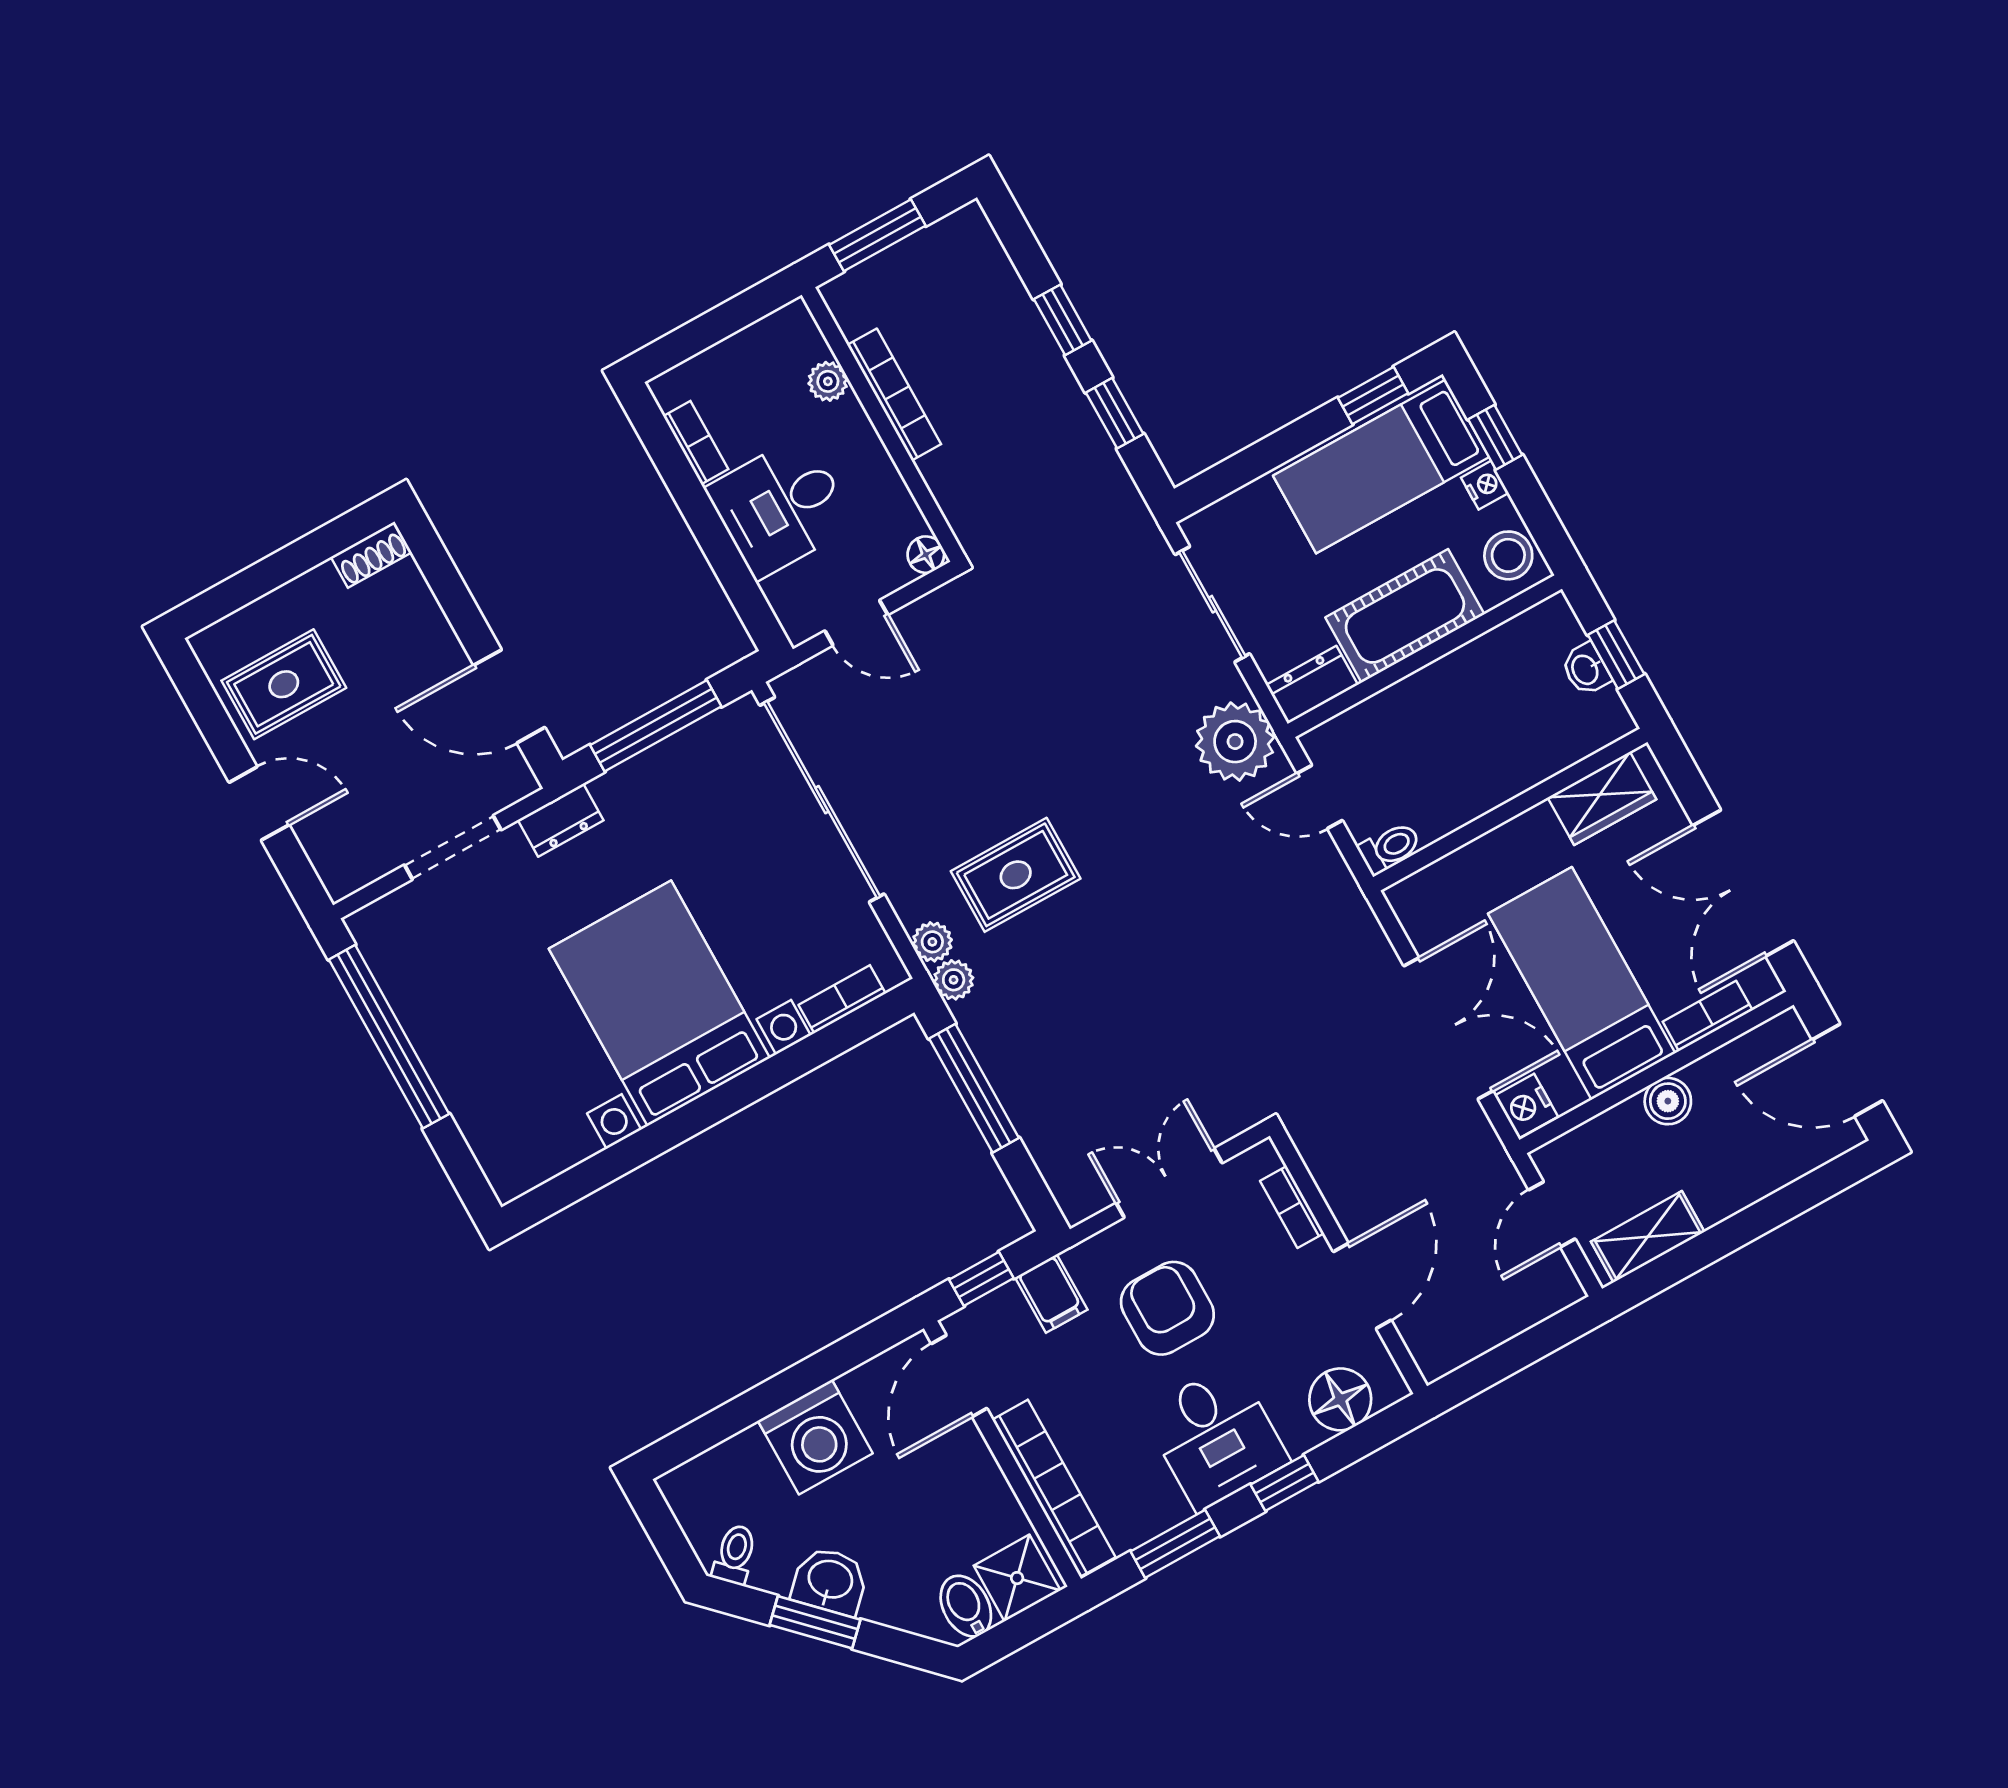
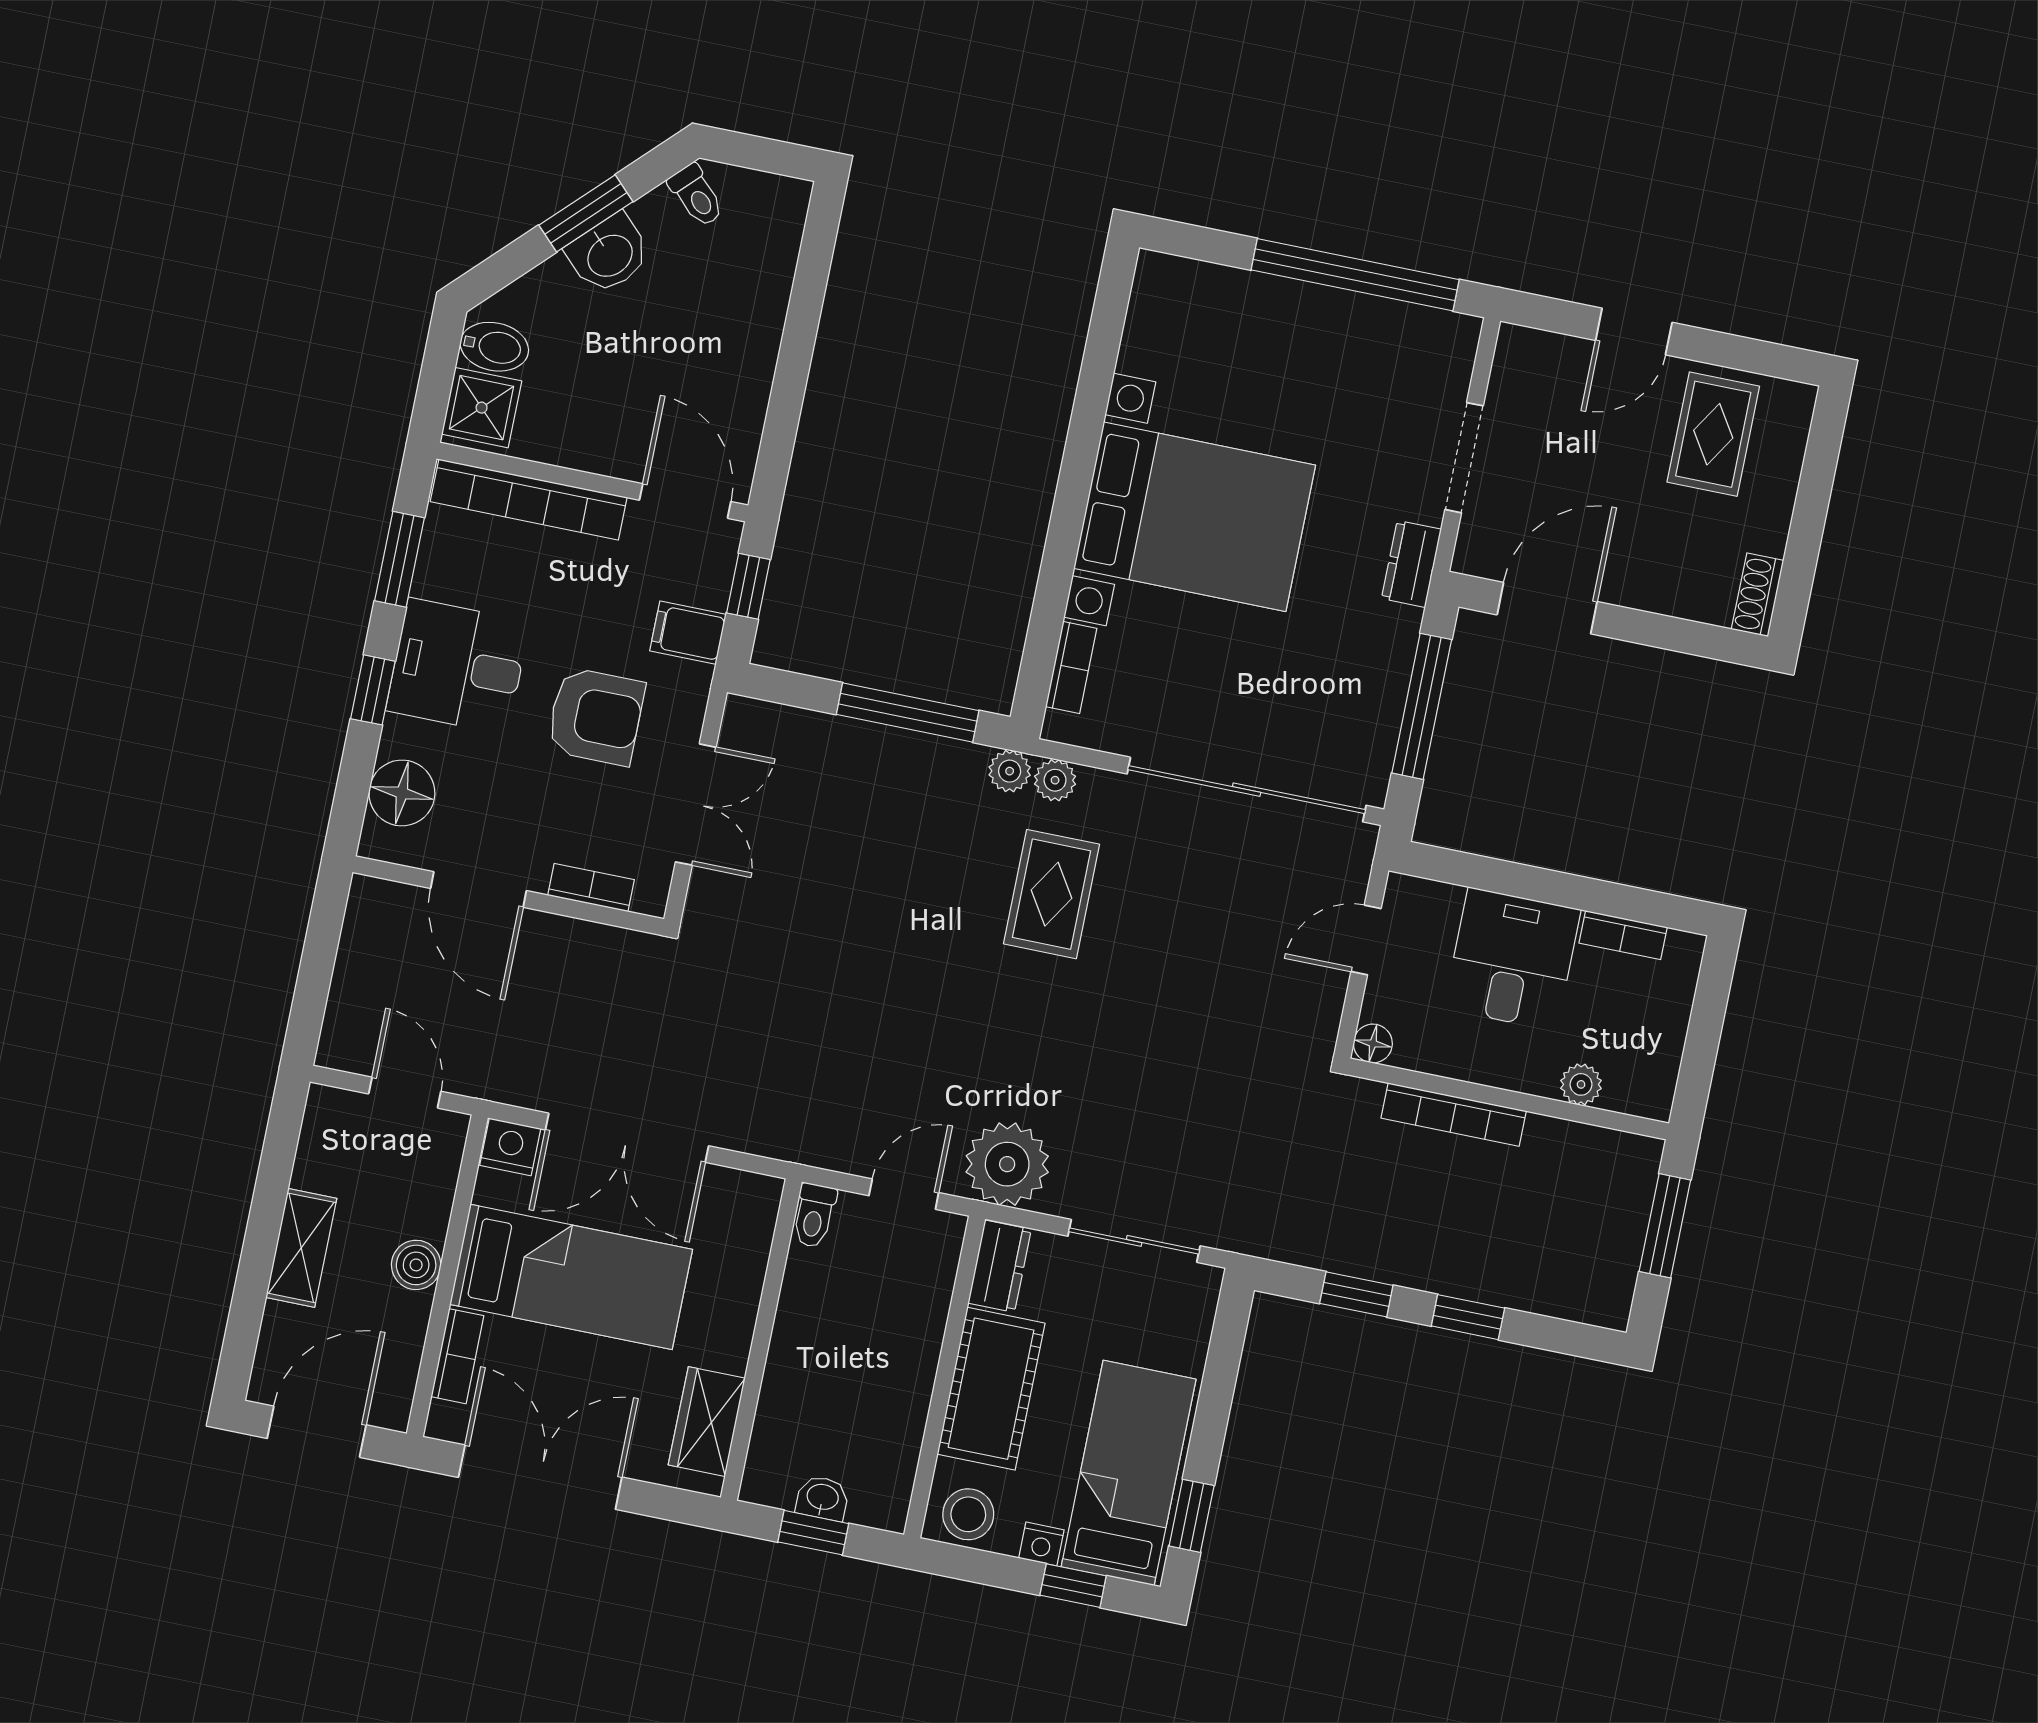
bookcase: (894, 395) -> (1454, 1115), moved
shelving: (1648, 1237) -> (301, 1248), moved
washing machine: (815, 1437) -> (736, 342), removed

